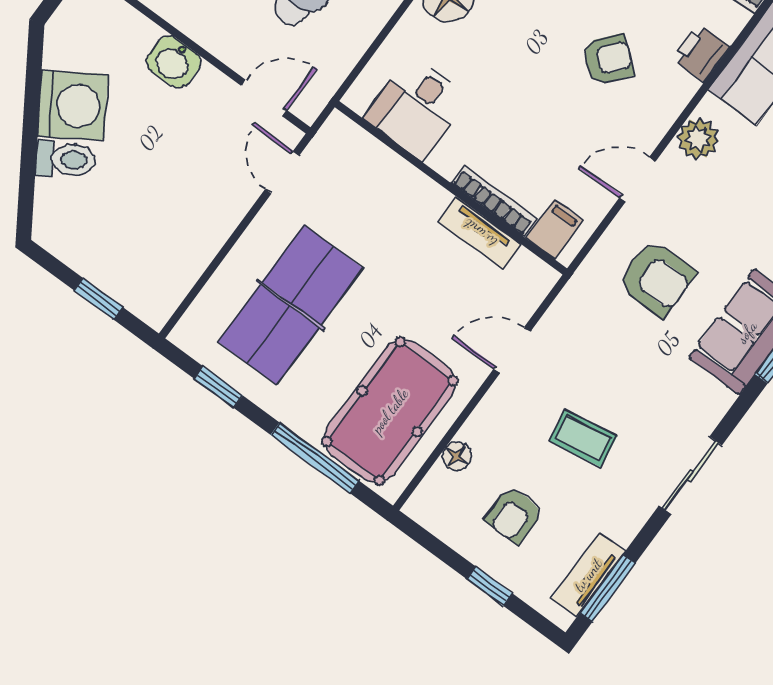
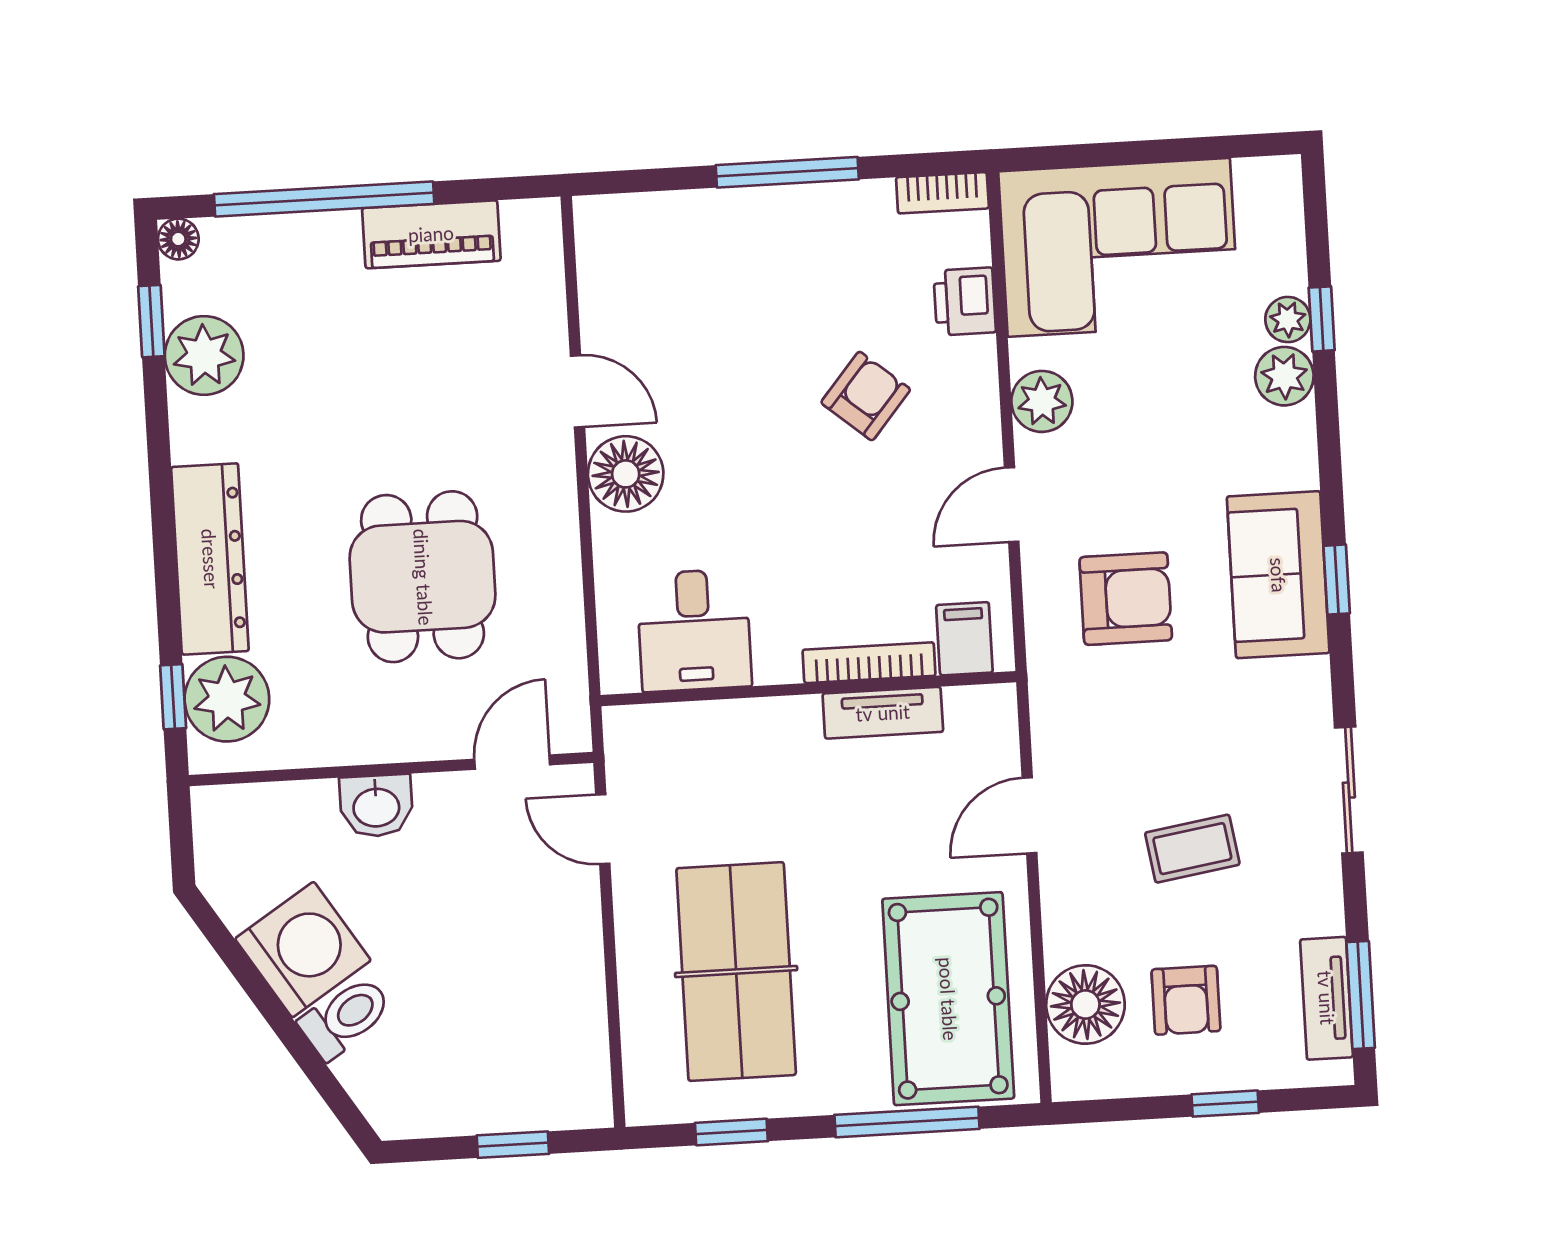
floor lamp: (457, 456) -> (1085, 1004), width x1.89, depth x1.89

